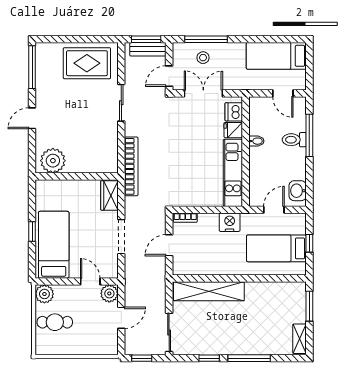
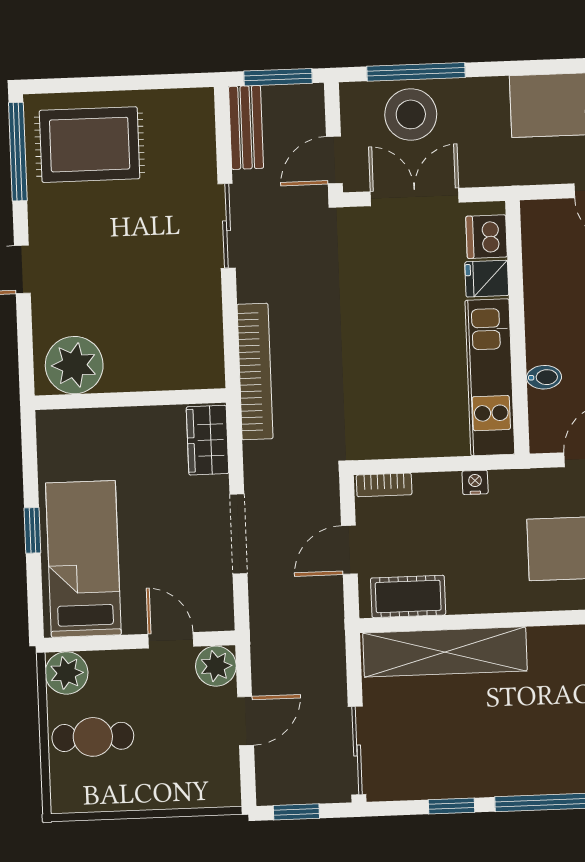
bench: (148, 49) -> (246, 127), moved, turned 90
stool: (203, 58) -> (411, 114), width x1.89, depth x1.89
rug: (87, 63) -> (90, 145), moved
bidet: (256, 141) -> (544, 377), moved
nightstand: (230, 222) -> (475, 482), width x0.53, depth x0.56
cot: (194, 266) -> (408, 596), added

